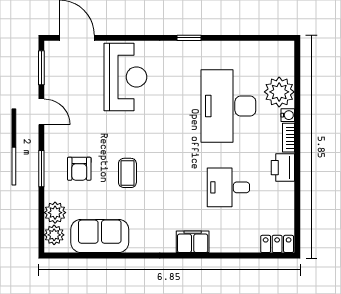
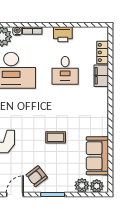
printer: (283, 168) -> (63, 34), moved
armchair: (79, 169) -> (37, 176), moved, turned 142
filing cabinet: (193, 242) -> (101, 76), moved
locker: (277, 244) -> (103, 52), moved

